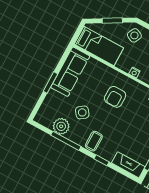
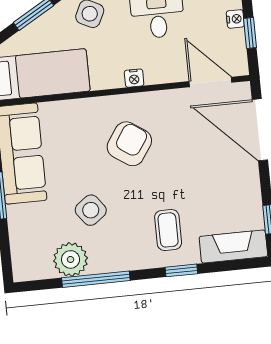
armchair: (115, 97) -> (129, 144), turned -146
coffee table: (94, 141) -> (168, 230), moved

